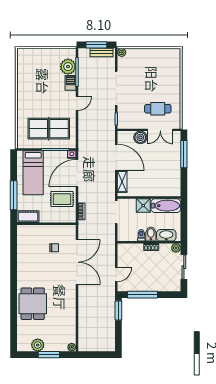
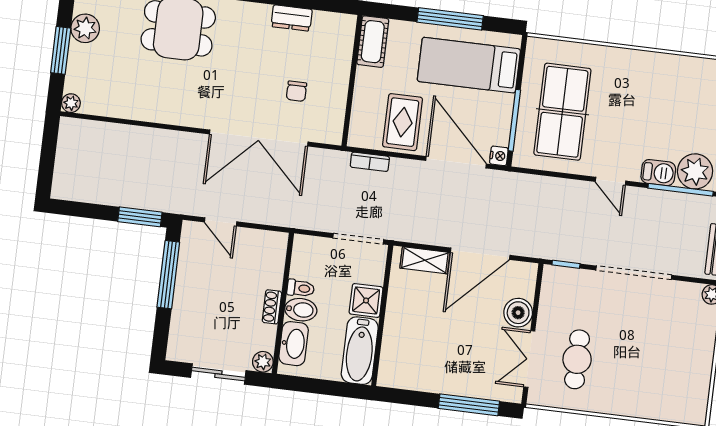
window: (14, 195) -> (450, 19), moved
dresser: (22, 254) -> (292, 18), added

